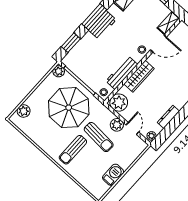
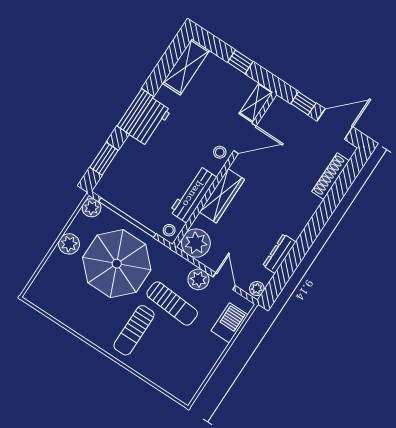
plant: (24, 111) -> (69, 244), moved
barbecue: (113, 175) -> (230, 323), moved

